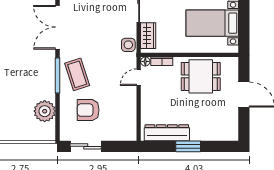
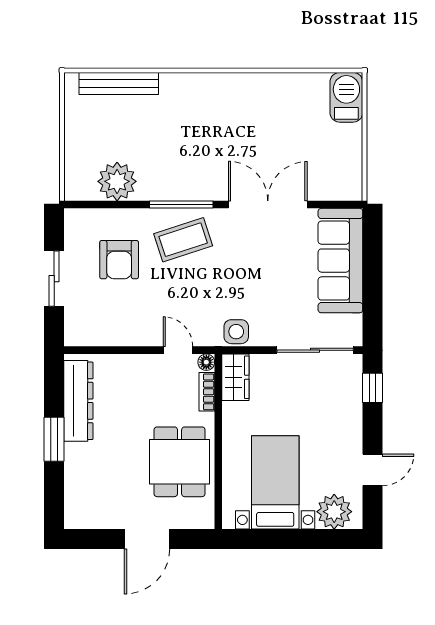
wardrobe: (148, 36) -> (235, 377), moved, turned -90
armchair: (88, 110) -> (119, 260), turned 180
sliding door: (86, 146) -> (54, 279), moved

